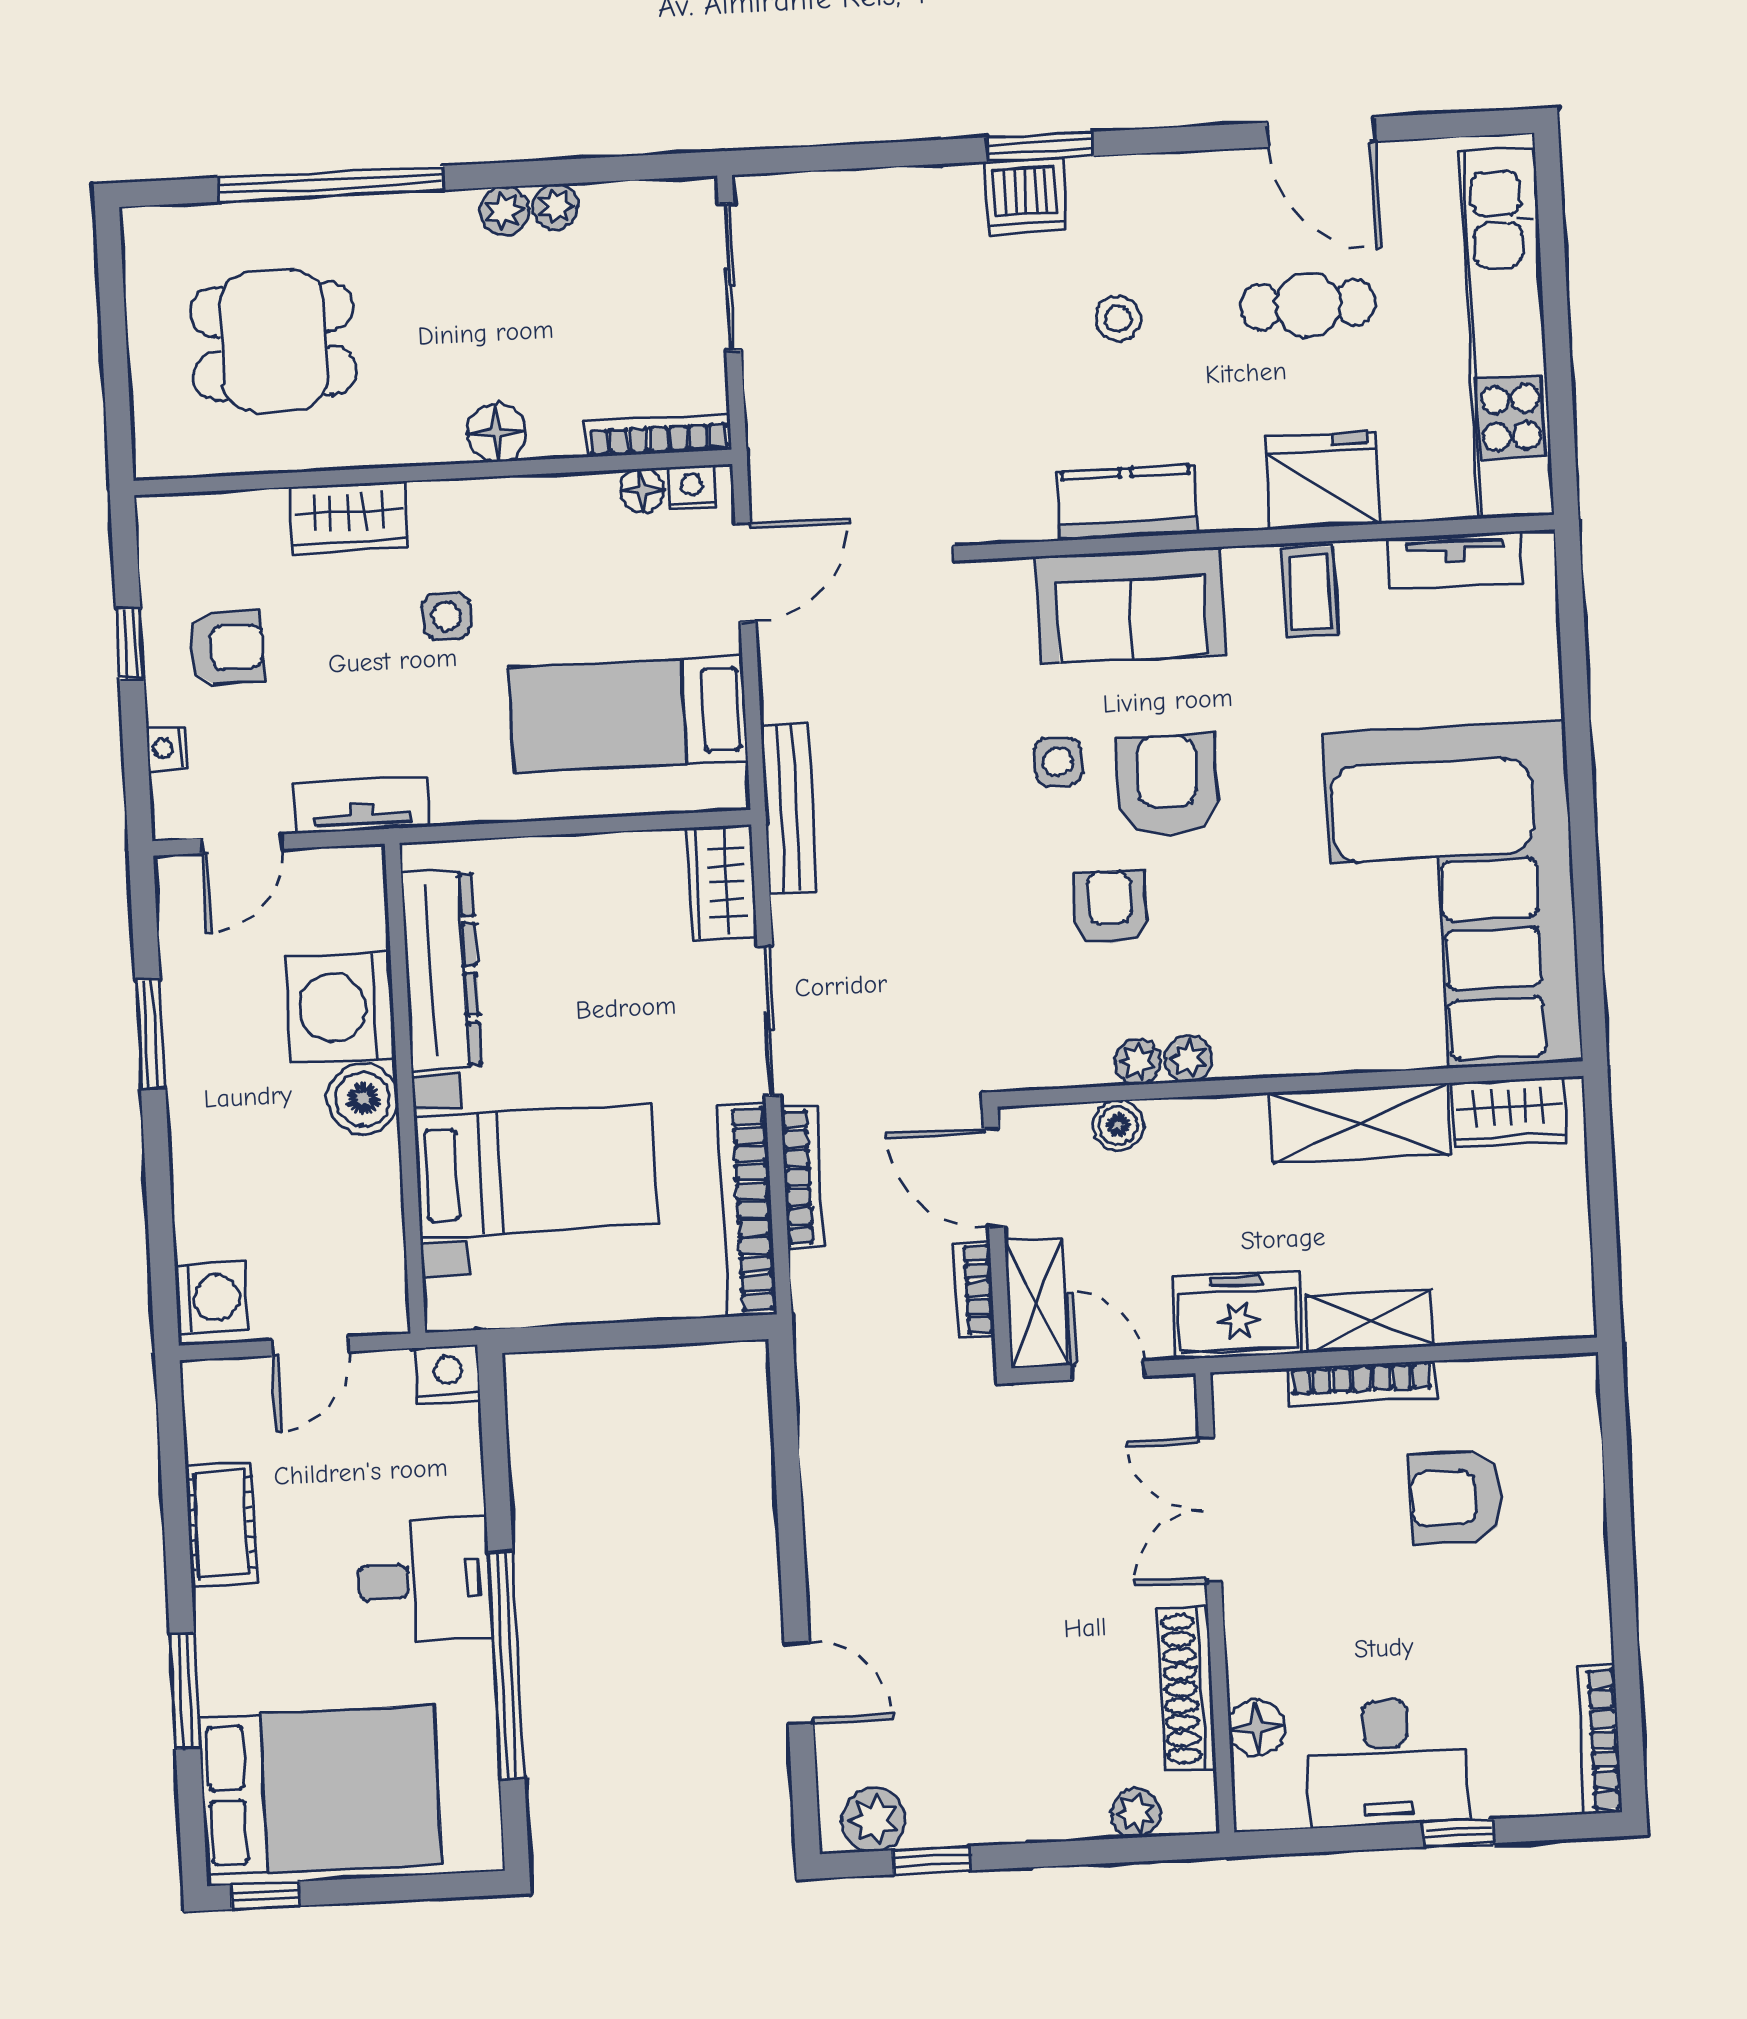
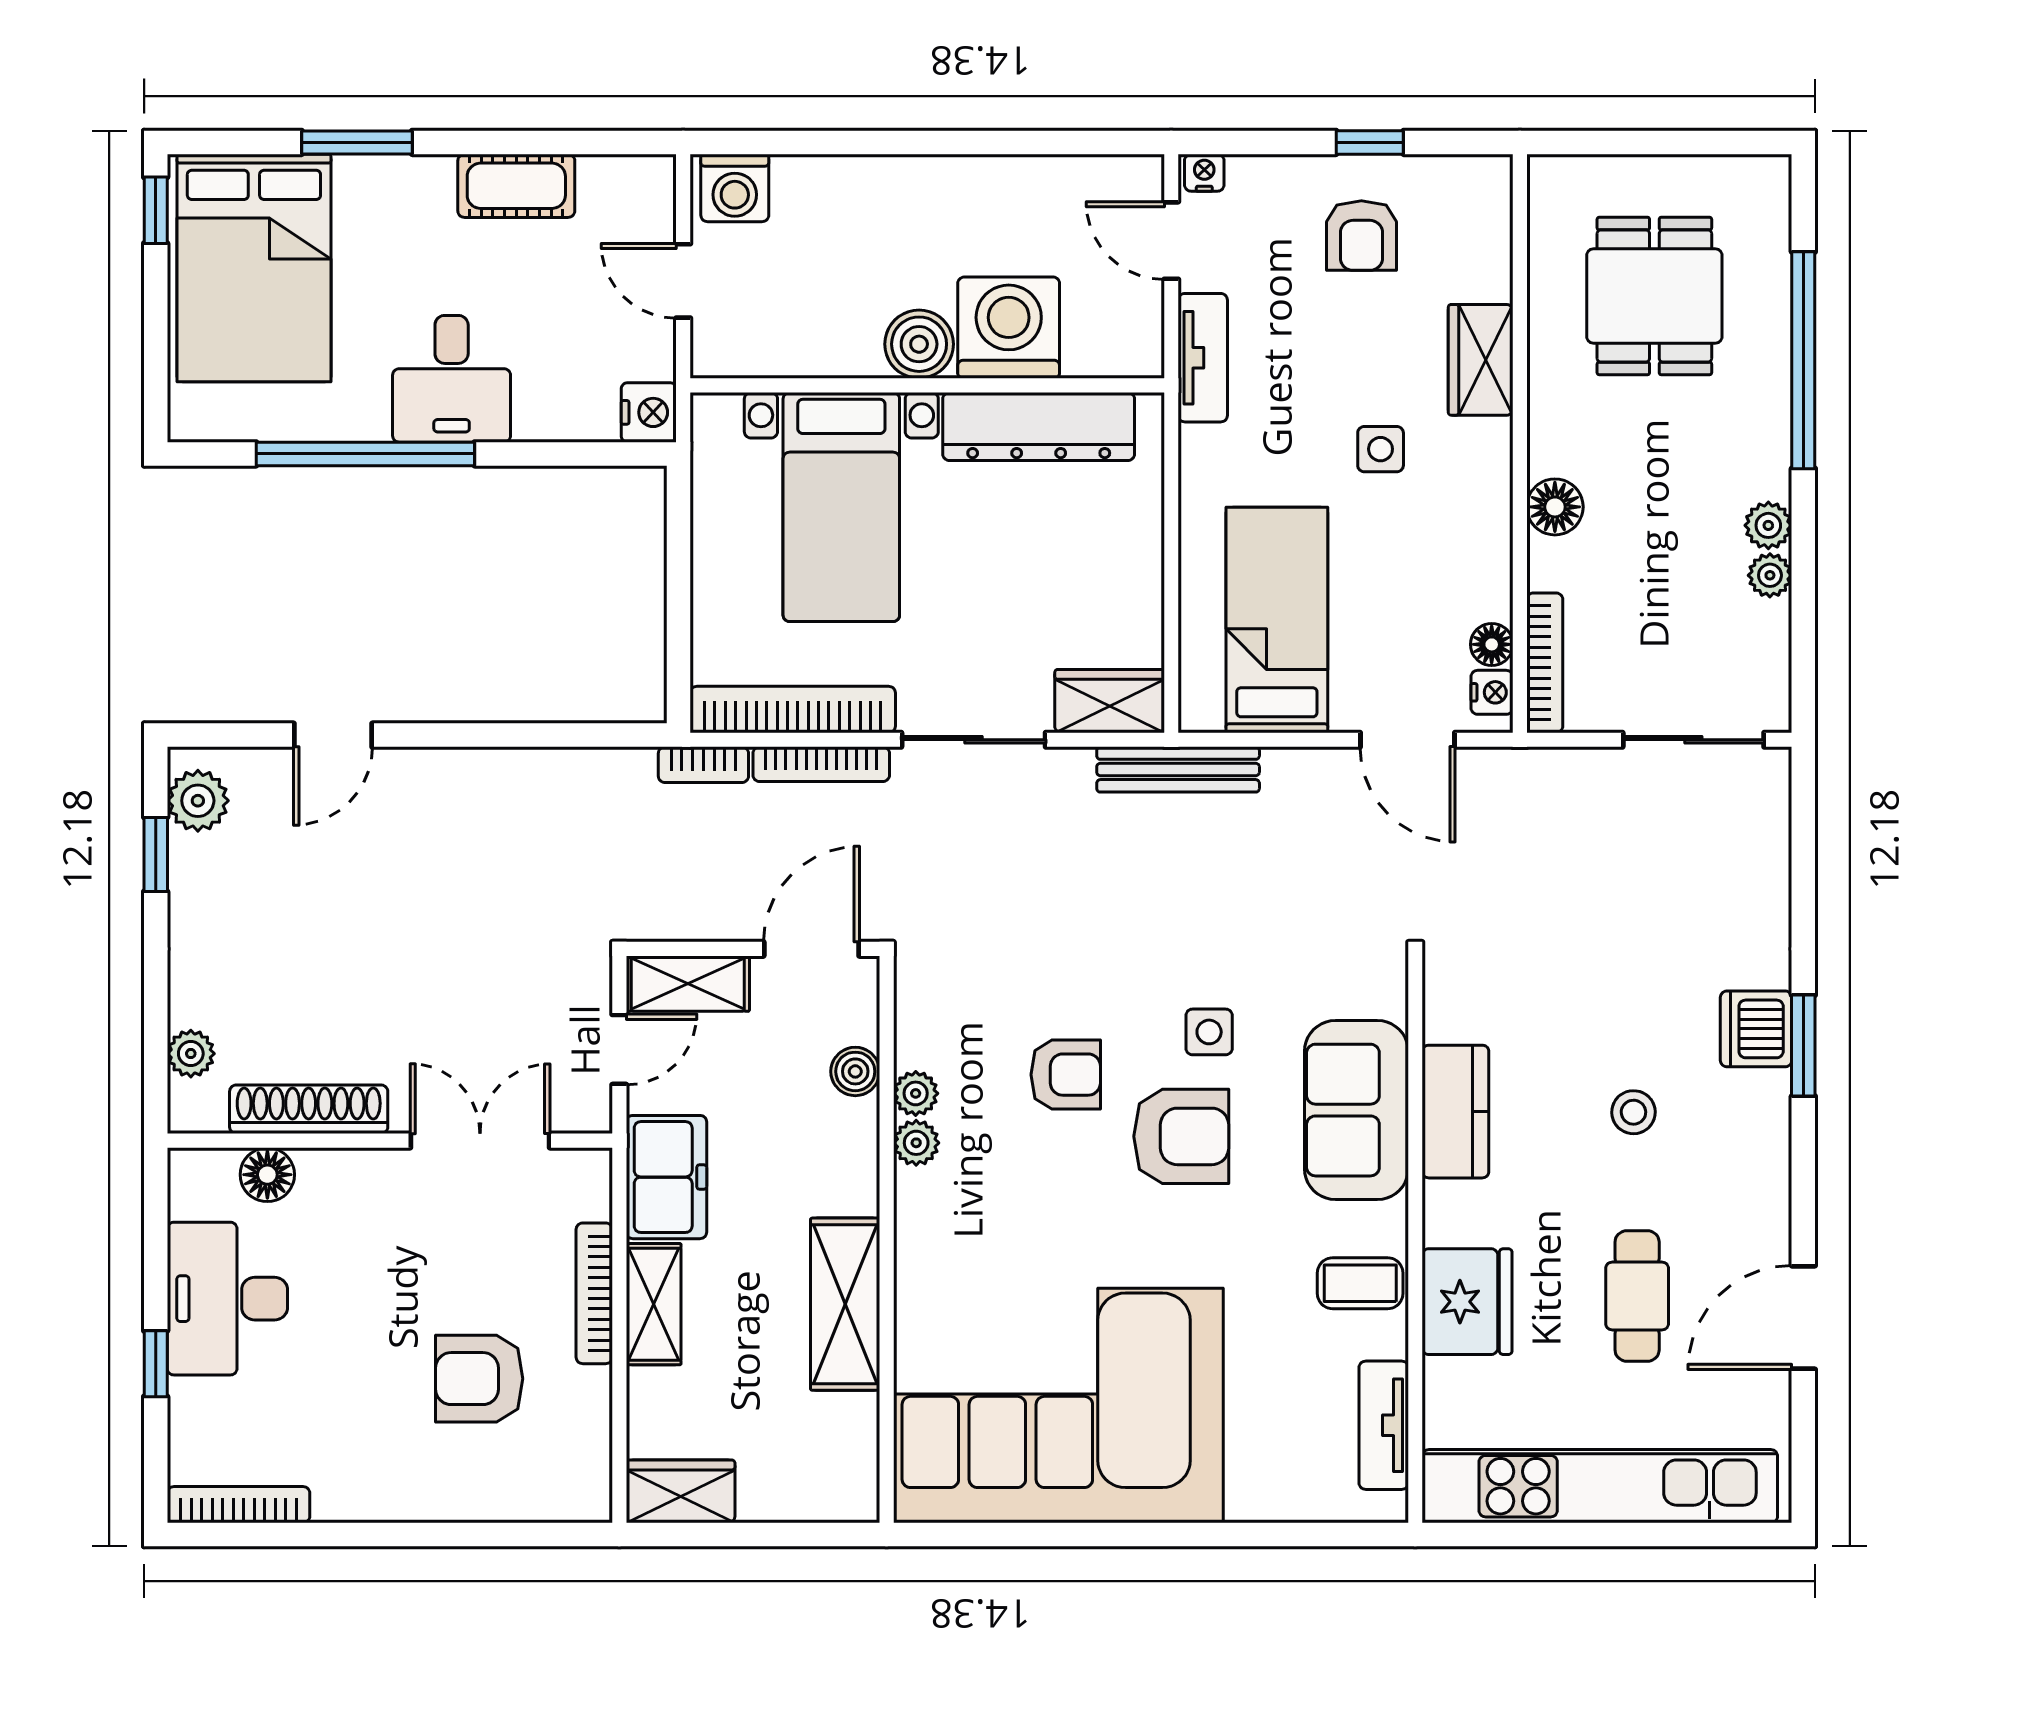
nightstand: (167, 748) -> (1204, 173), moved
window: (150, 1034) -> (993, 142), removed
wardrobe: (1509, 1112) -> (681, 1491), moved, turned 90
bookcase: (974, 1289) -> (703, 765), moved, turned 180
armchair: (1456, 1498) -> (479, 1379), turned -90

